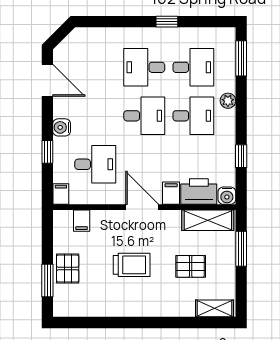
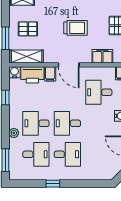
desk: (193, 67) -> (36, 154), turned 180
filing cabinet: (82, 221) -> (102, 56), width x2.00
trolley: (132, 265) -> (75, 28), turned 180
pallet: (191, 266) -> (28, 29), moved

